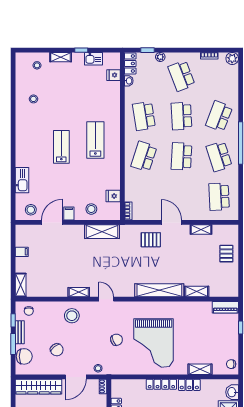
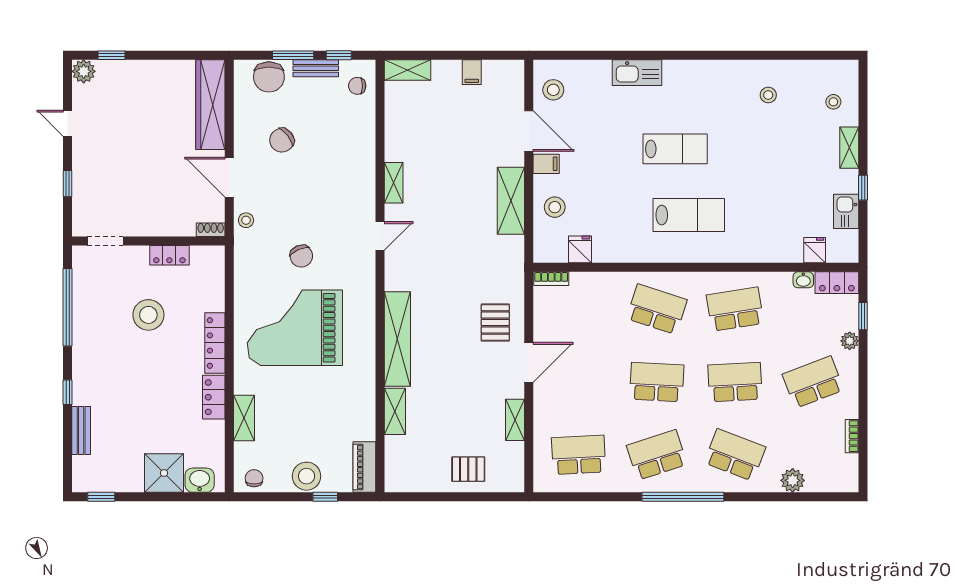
plant: (232, 58) -> (793, 480), moved
kitchen sink: (22, 180) -> (637, 73), moved
shelving: (102, 232) -> (511, 201), moved
stool: (72, 316) -> (307, 476), moved

